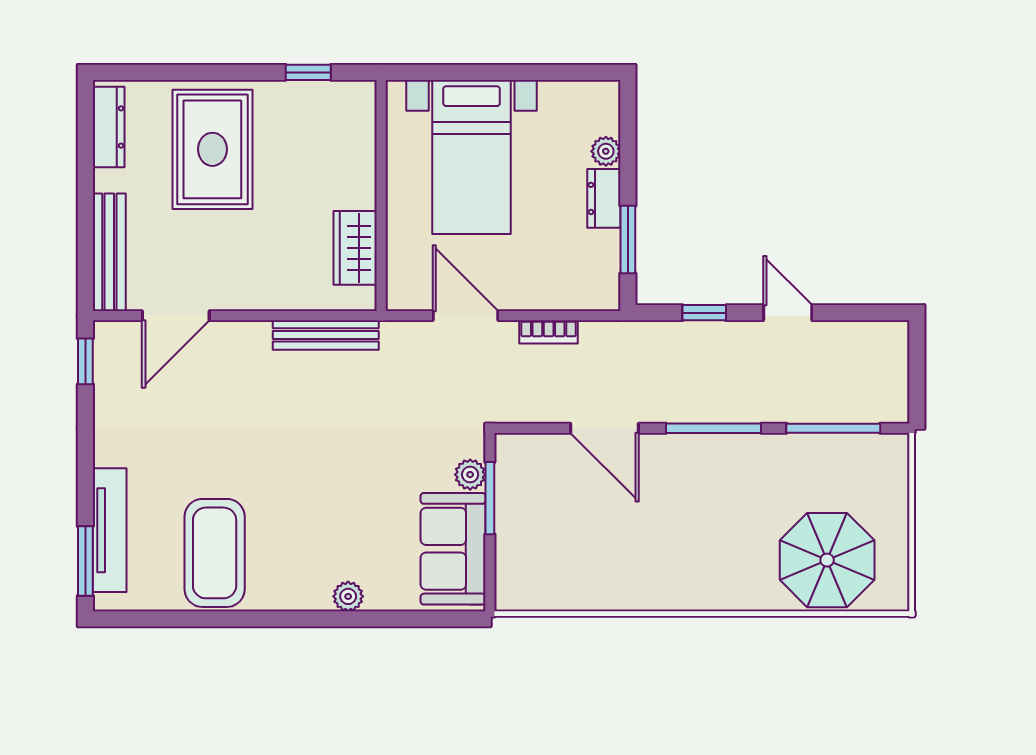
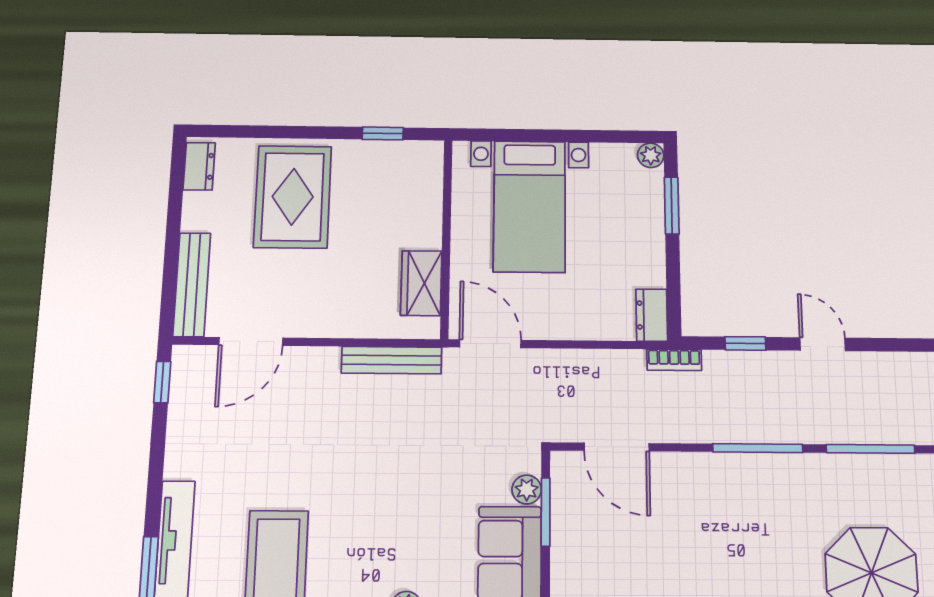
dresser: (109, 127) -> (199, 166), width x0.70
plant: (606, 151) -> (651, 155), moved
dresser: (604, 198) -> (652, 315), moved
window: (628, 240) -> (672, 206), moved
door: (465, 316) -> (490, 344), moved
bookcase: (549, 332) -> (674, 360), moved
door: (605, 428) -> (617, 447), moved

